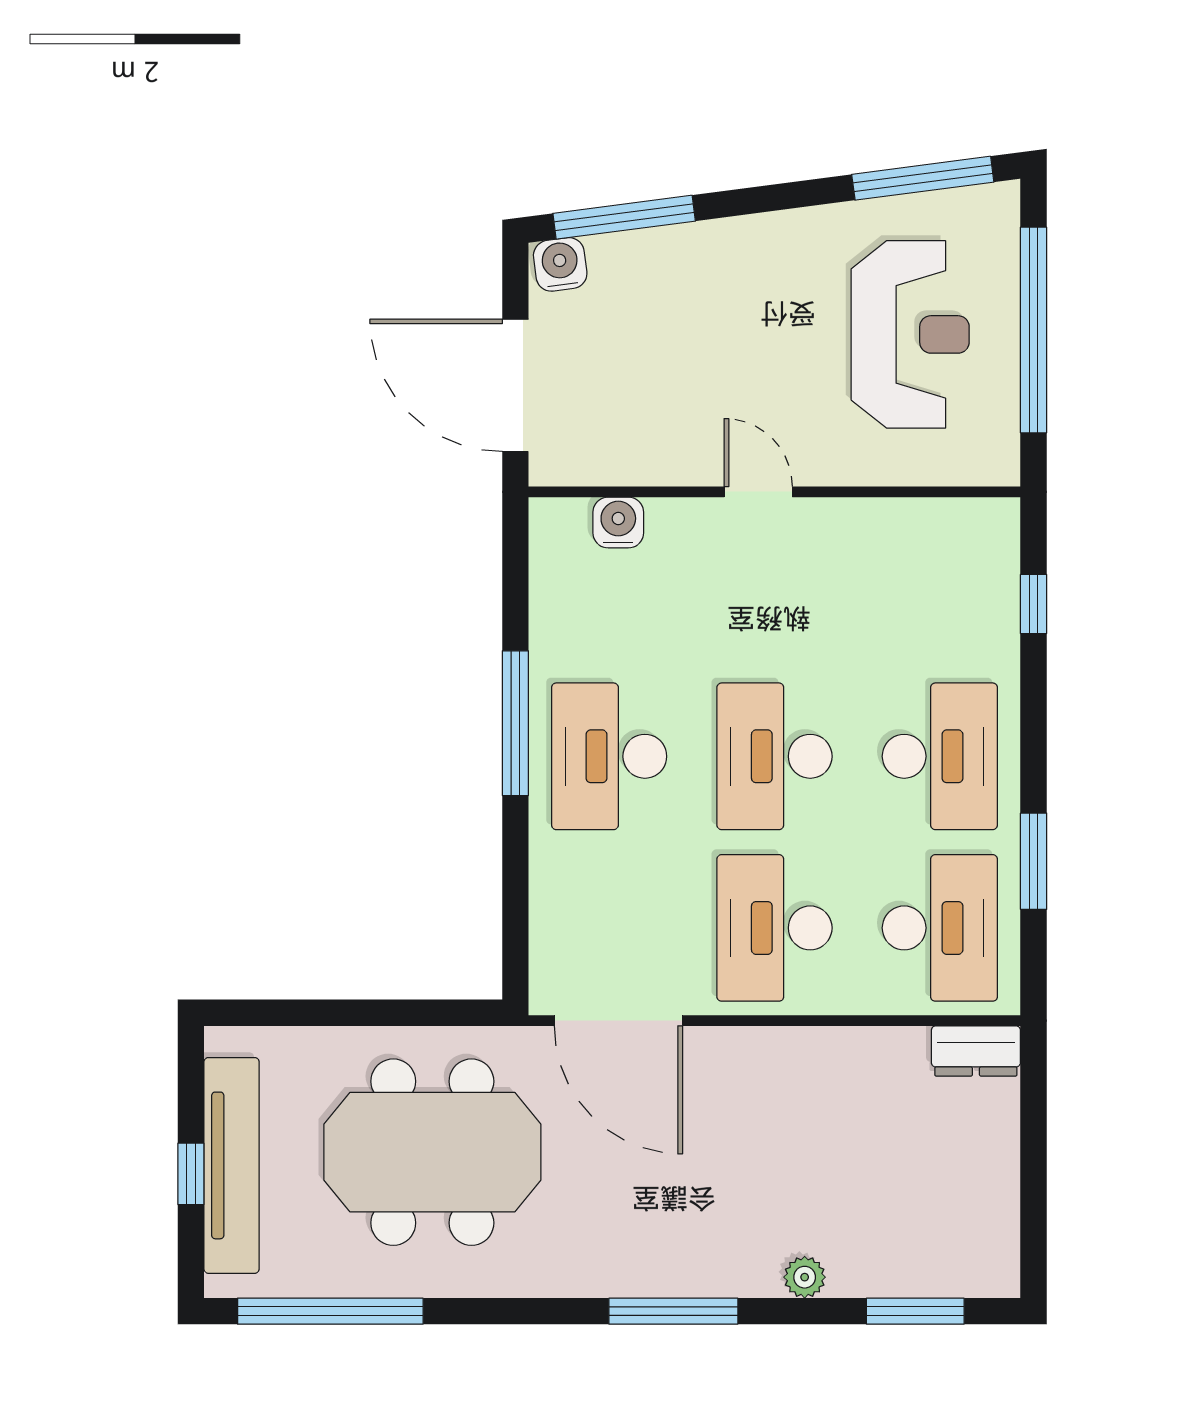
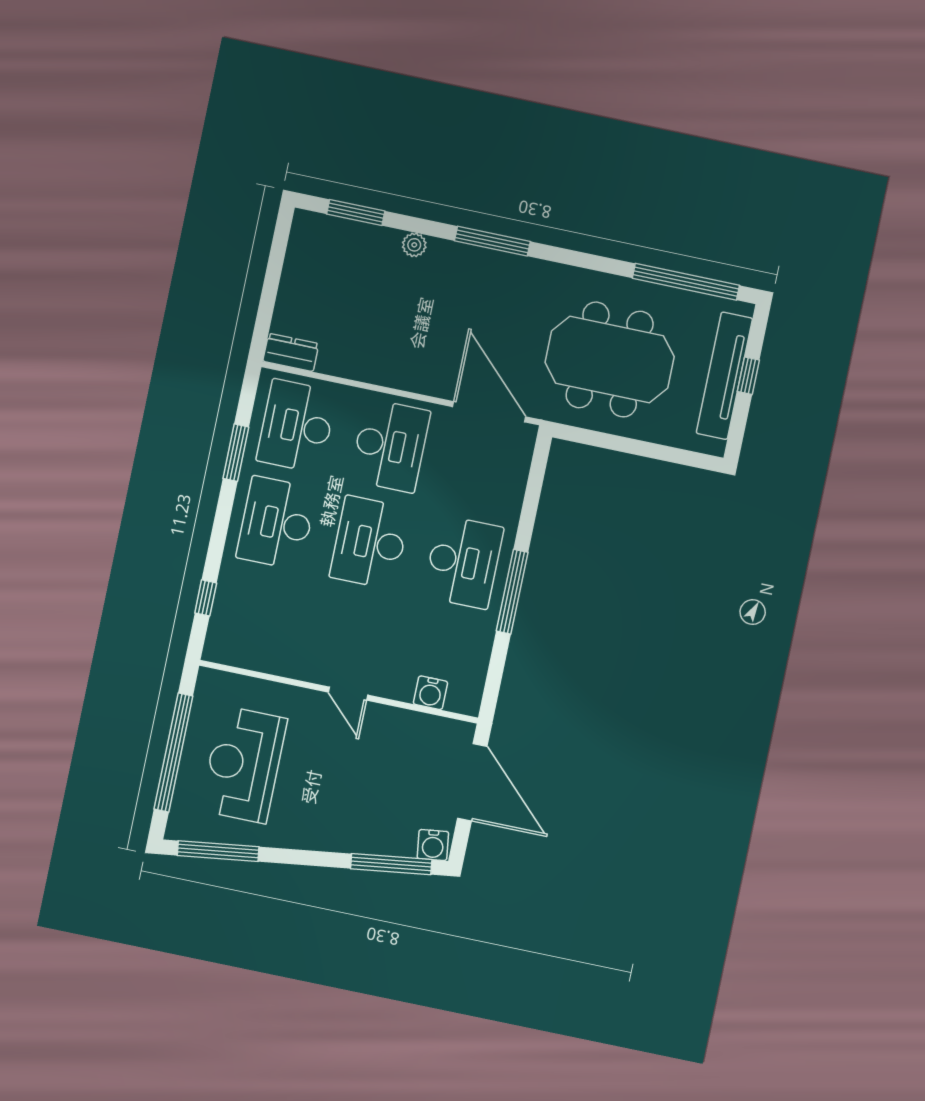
desk: (774, 756) -> (370, 543), turned 180

